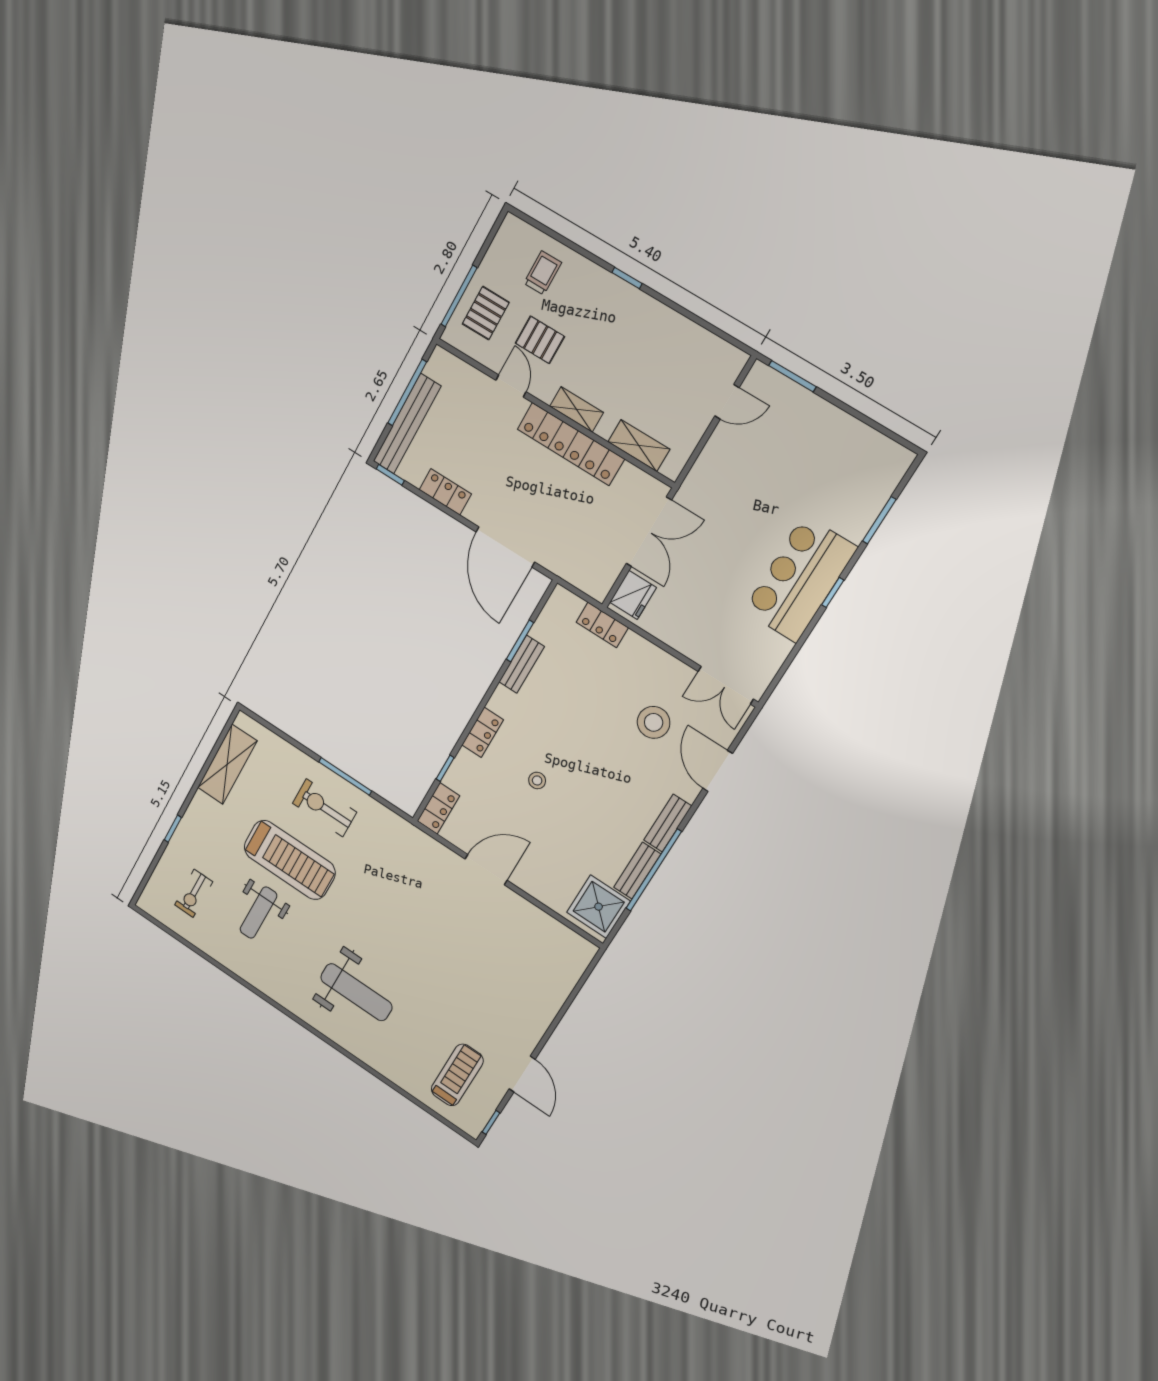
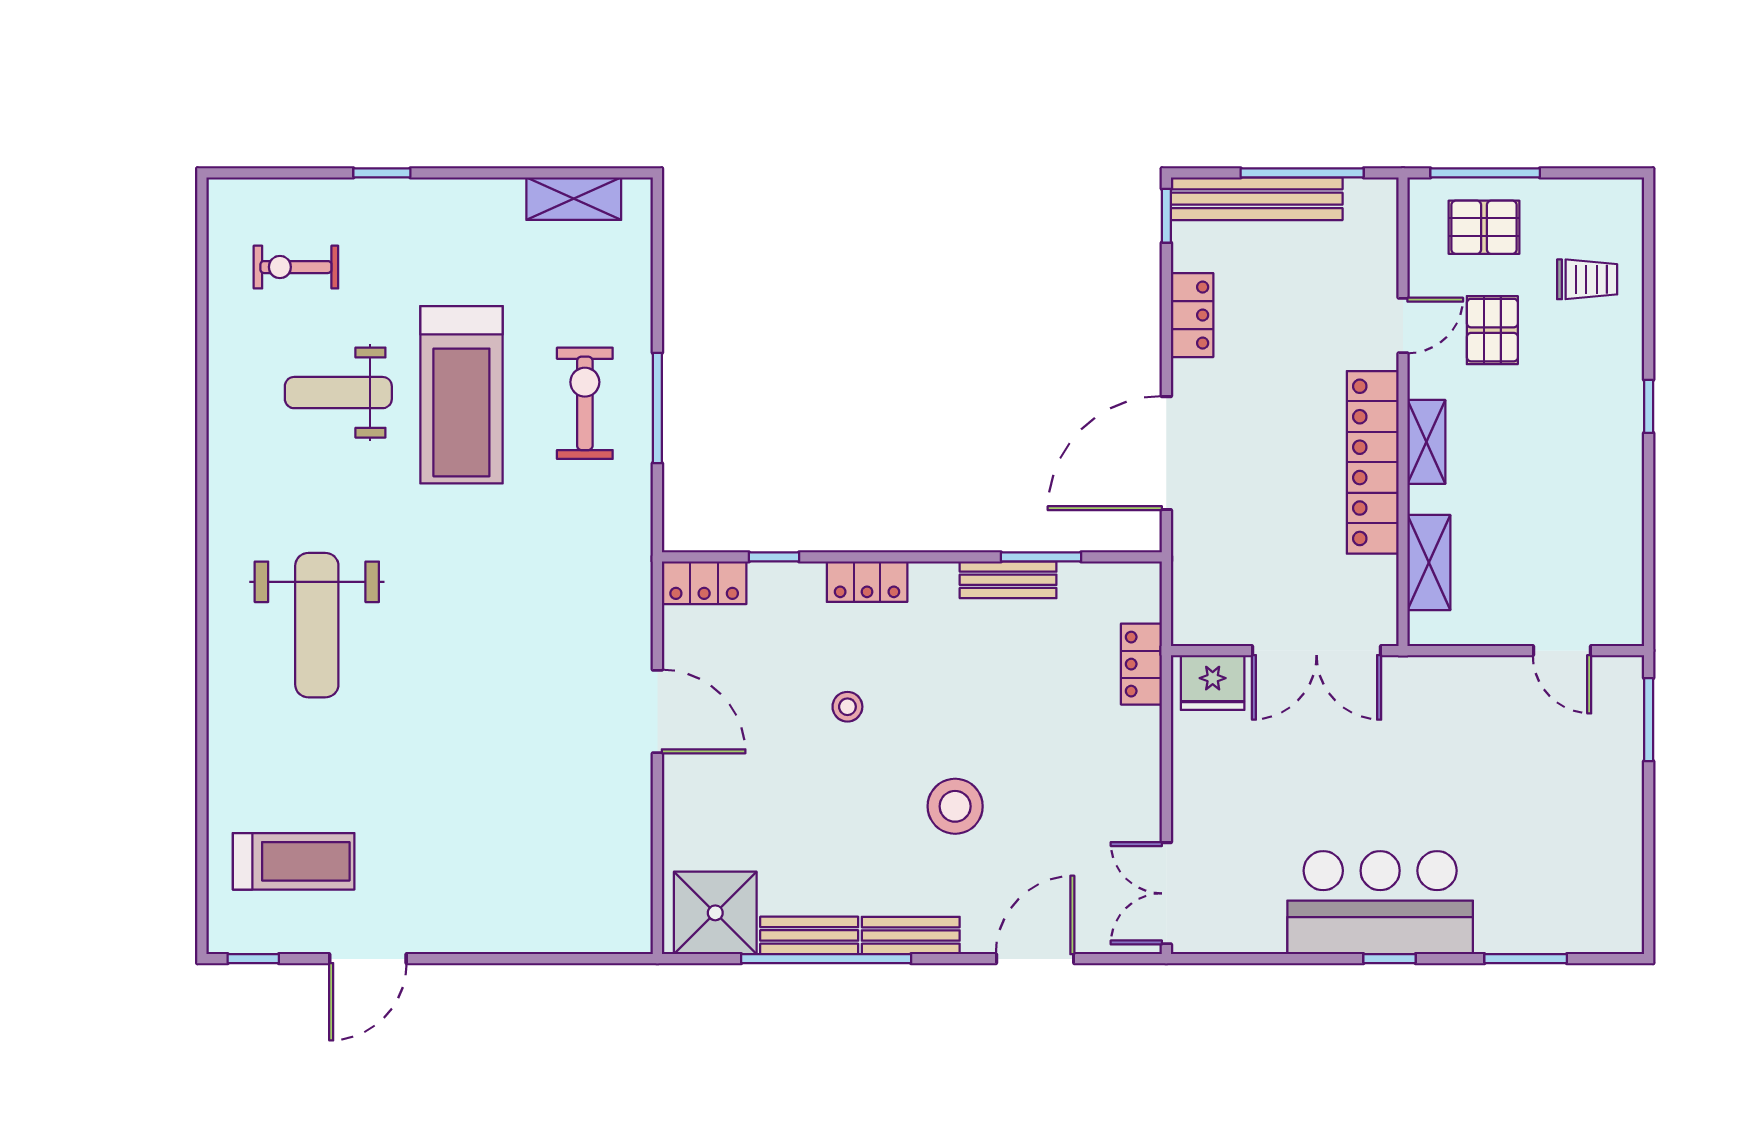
stool: (654, 722) -> (955, 806), moved
shelving: (227, 764) -> (574, 199), width x0.67, depth x0.75

